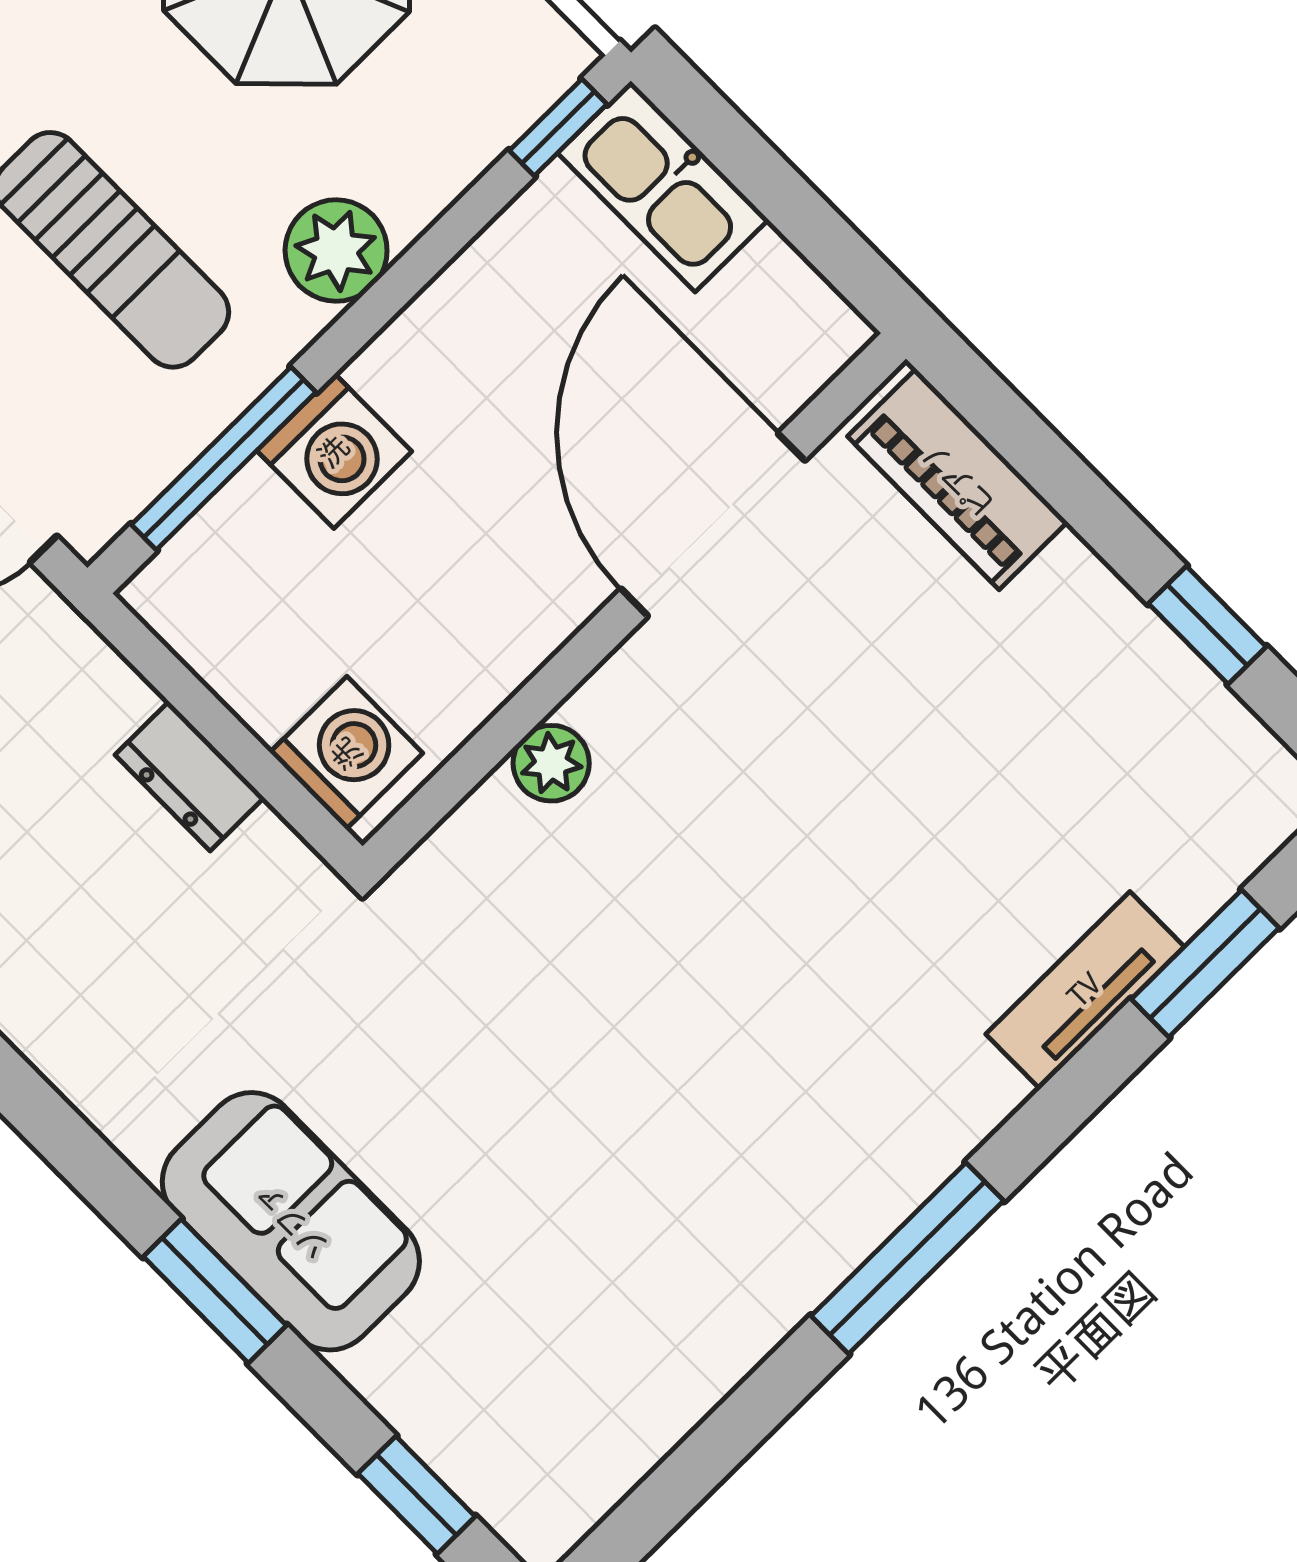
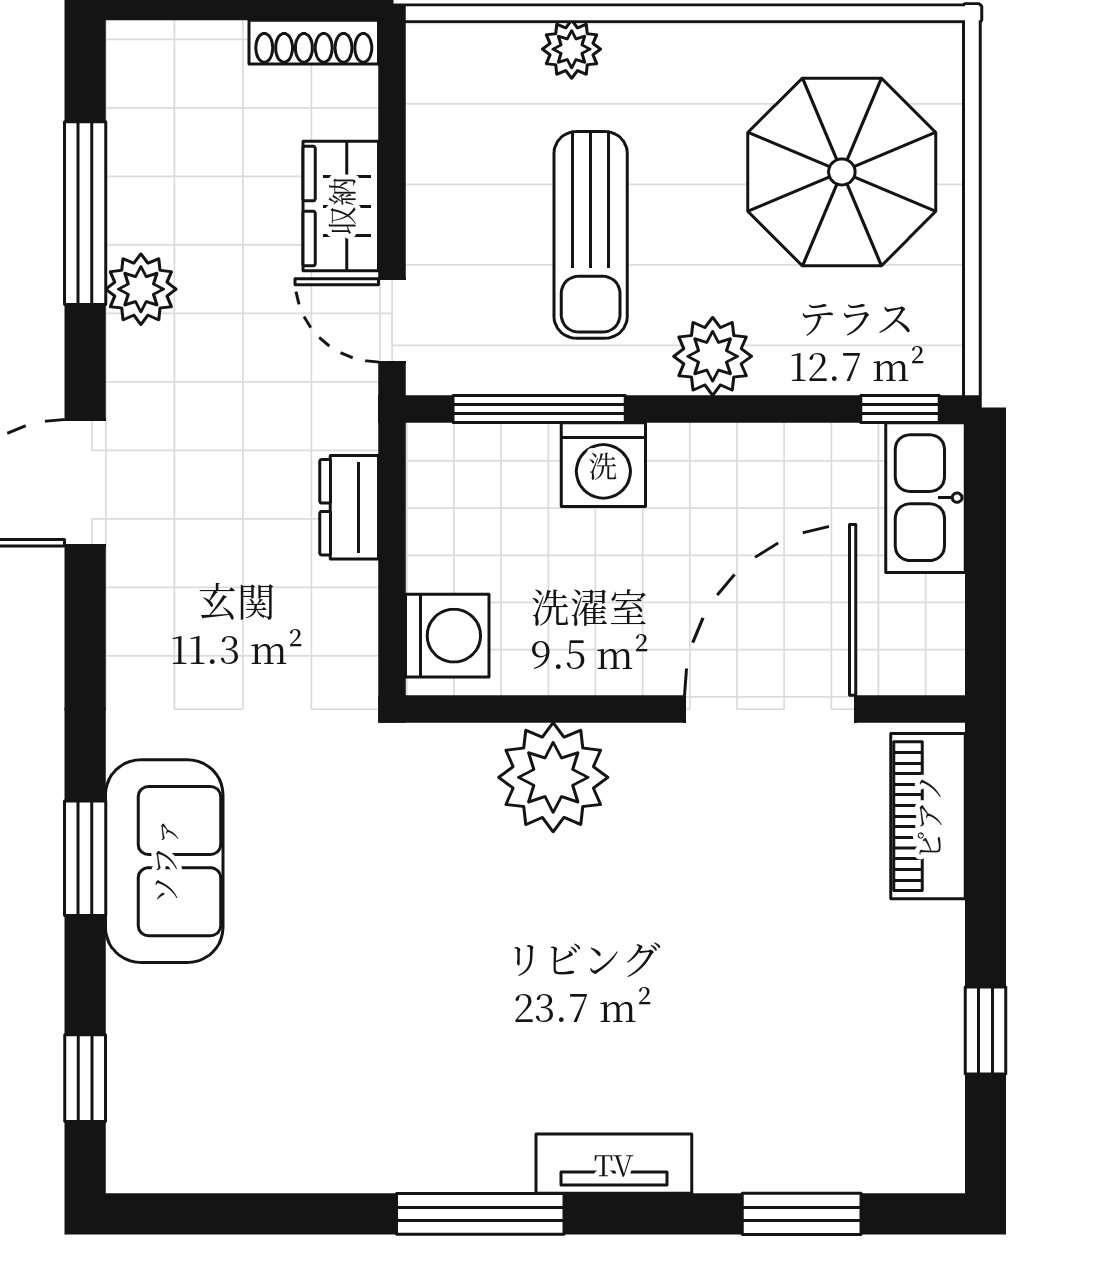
plant: (551, 763) -> (553, 777), width x1.88, depth x1.88
dresser: (190, 776) -> (349, 507), moved
tv unit: (1085, 990) -> (614, 1164), moved

